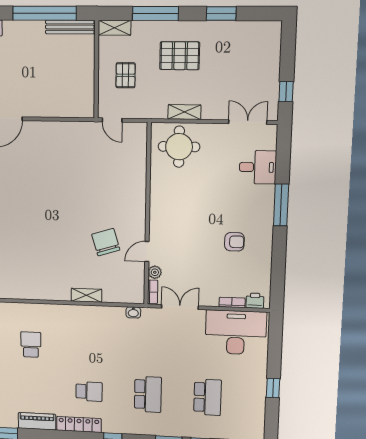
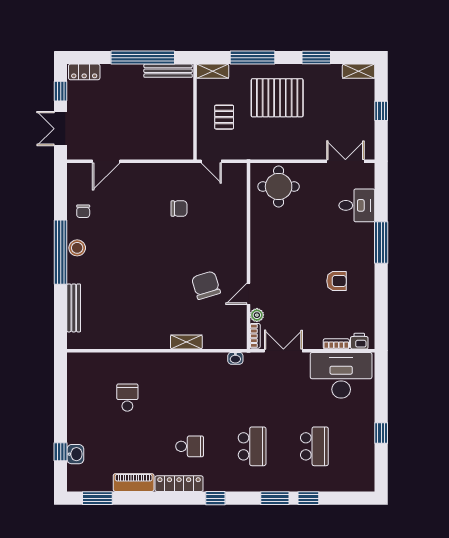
pallet: (180, 56) -> (277, 98), width x1.37, depth x1.41
window: (286, 92) -> (381, 111), moved
shelving: (184, 112) -> (359, 71), moved
chair: (80, 167) -> (179, 208), added

